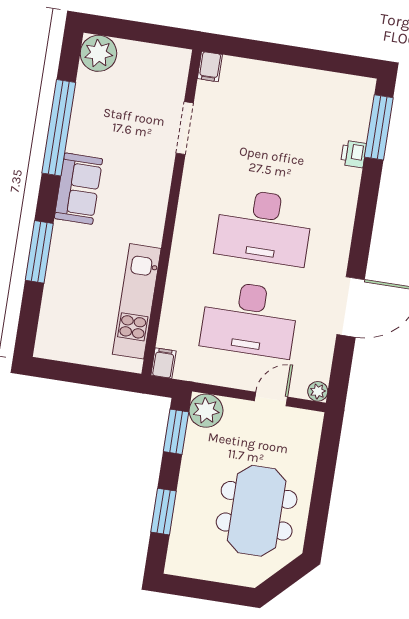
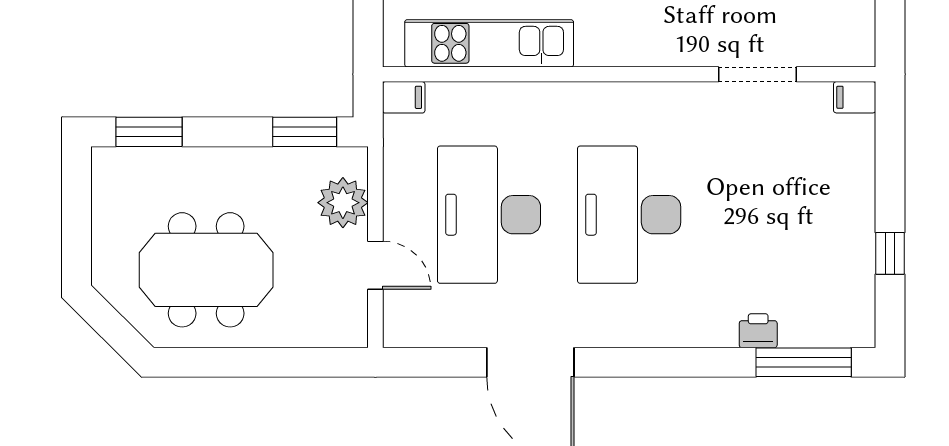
window: (316, 59) -> (890, 253), added
plant: (318, 391) -> (397, 333), removed
plant: (206, 411) -> (343, 203), moved
window: (164, 512) -> (149, 132), moved

